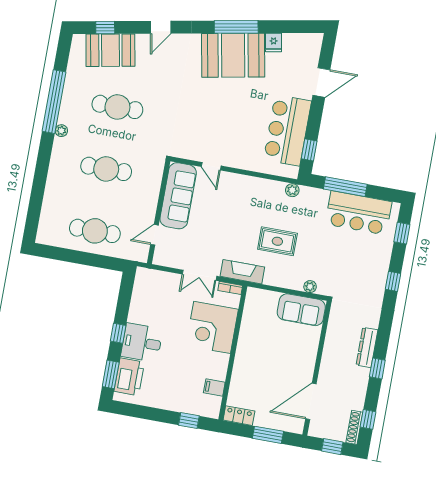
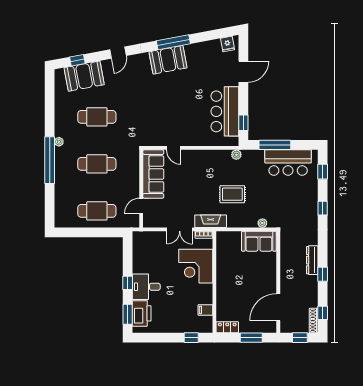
fridge: (274, 42) -> (228, 44), moved
booth: (233, 55) -> (168, 60), width x0.73, depth x0.70
window: (54, 102) -> (50, 160), moved

